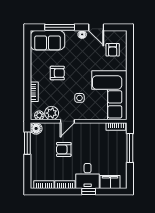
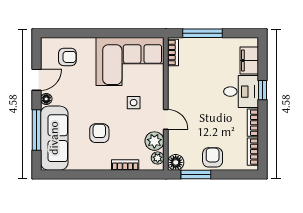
sofa: (47, 40) -> (54, 138), width x1.36
armchair: (64, 149) -> (213, 157), moved, turned 180

